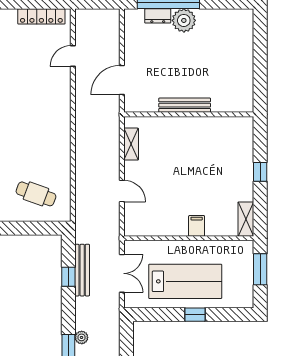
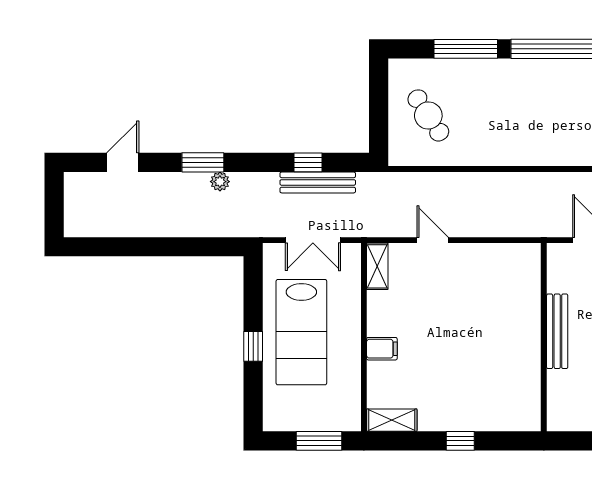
shelving: (131, 144) -> (377, 266), moved, turned 90
door: (122, 191) -> (433, 240), swing flipped
cafe table: (36, 194) -> (428, 115), turned -53

